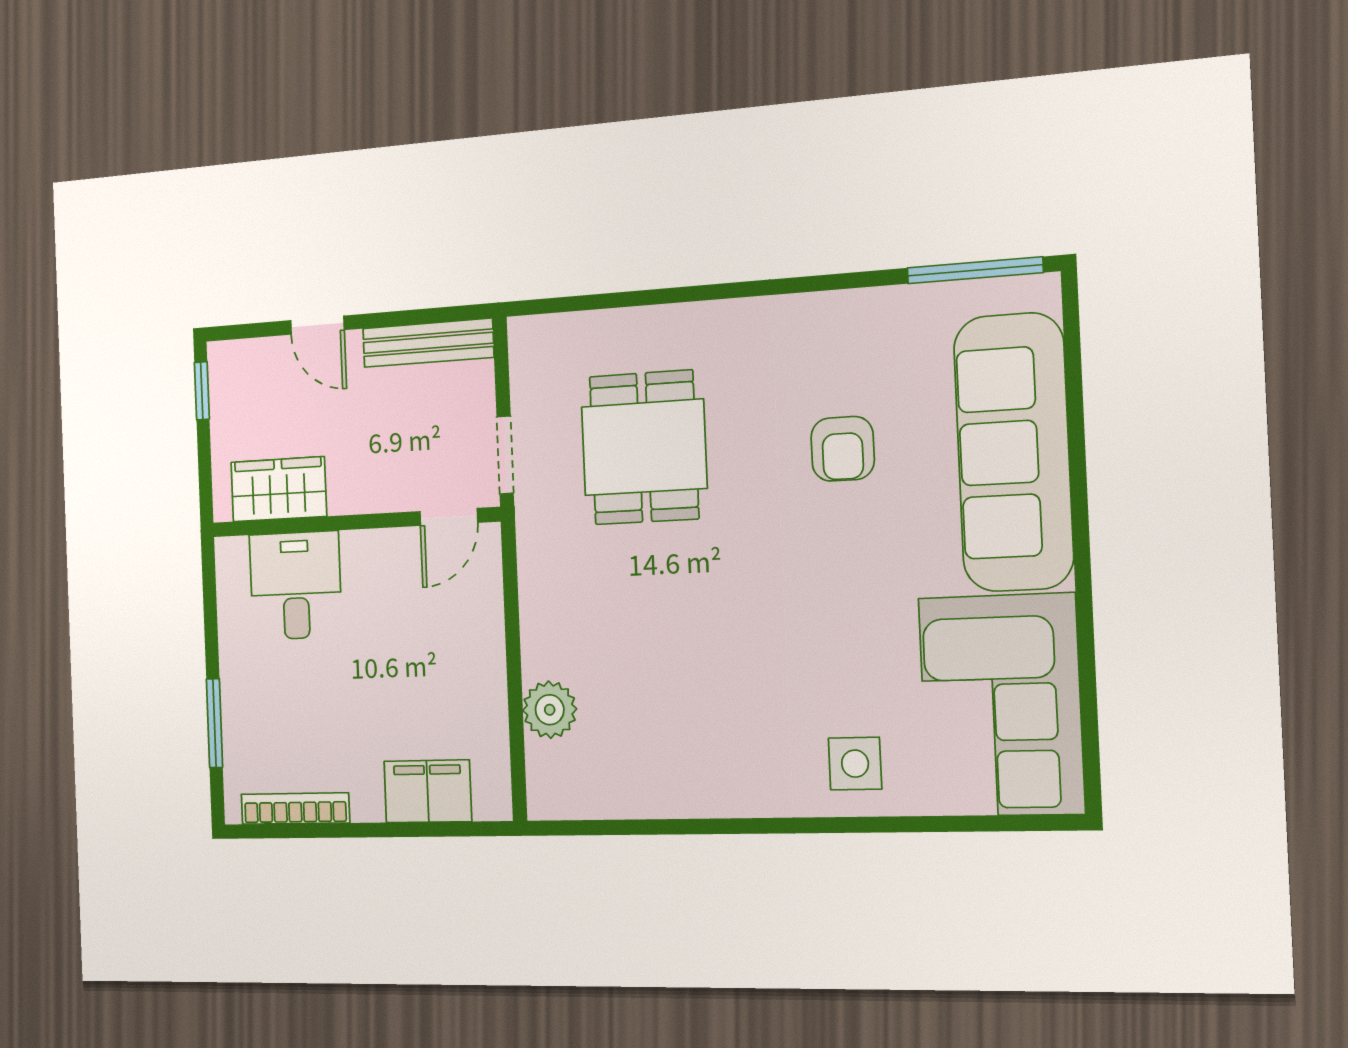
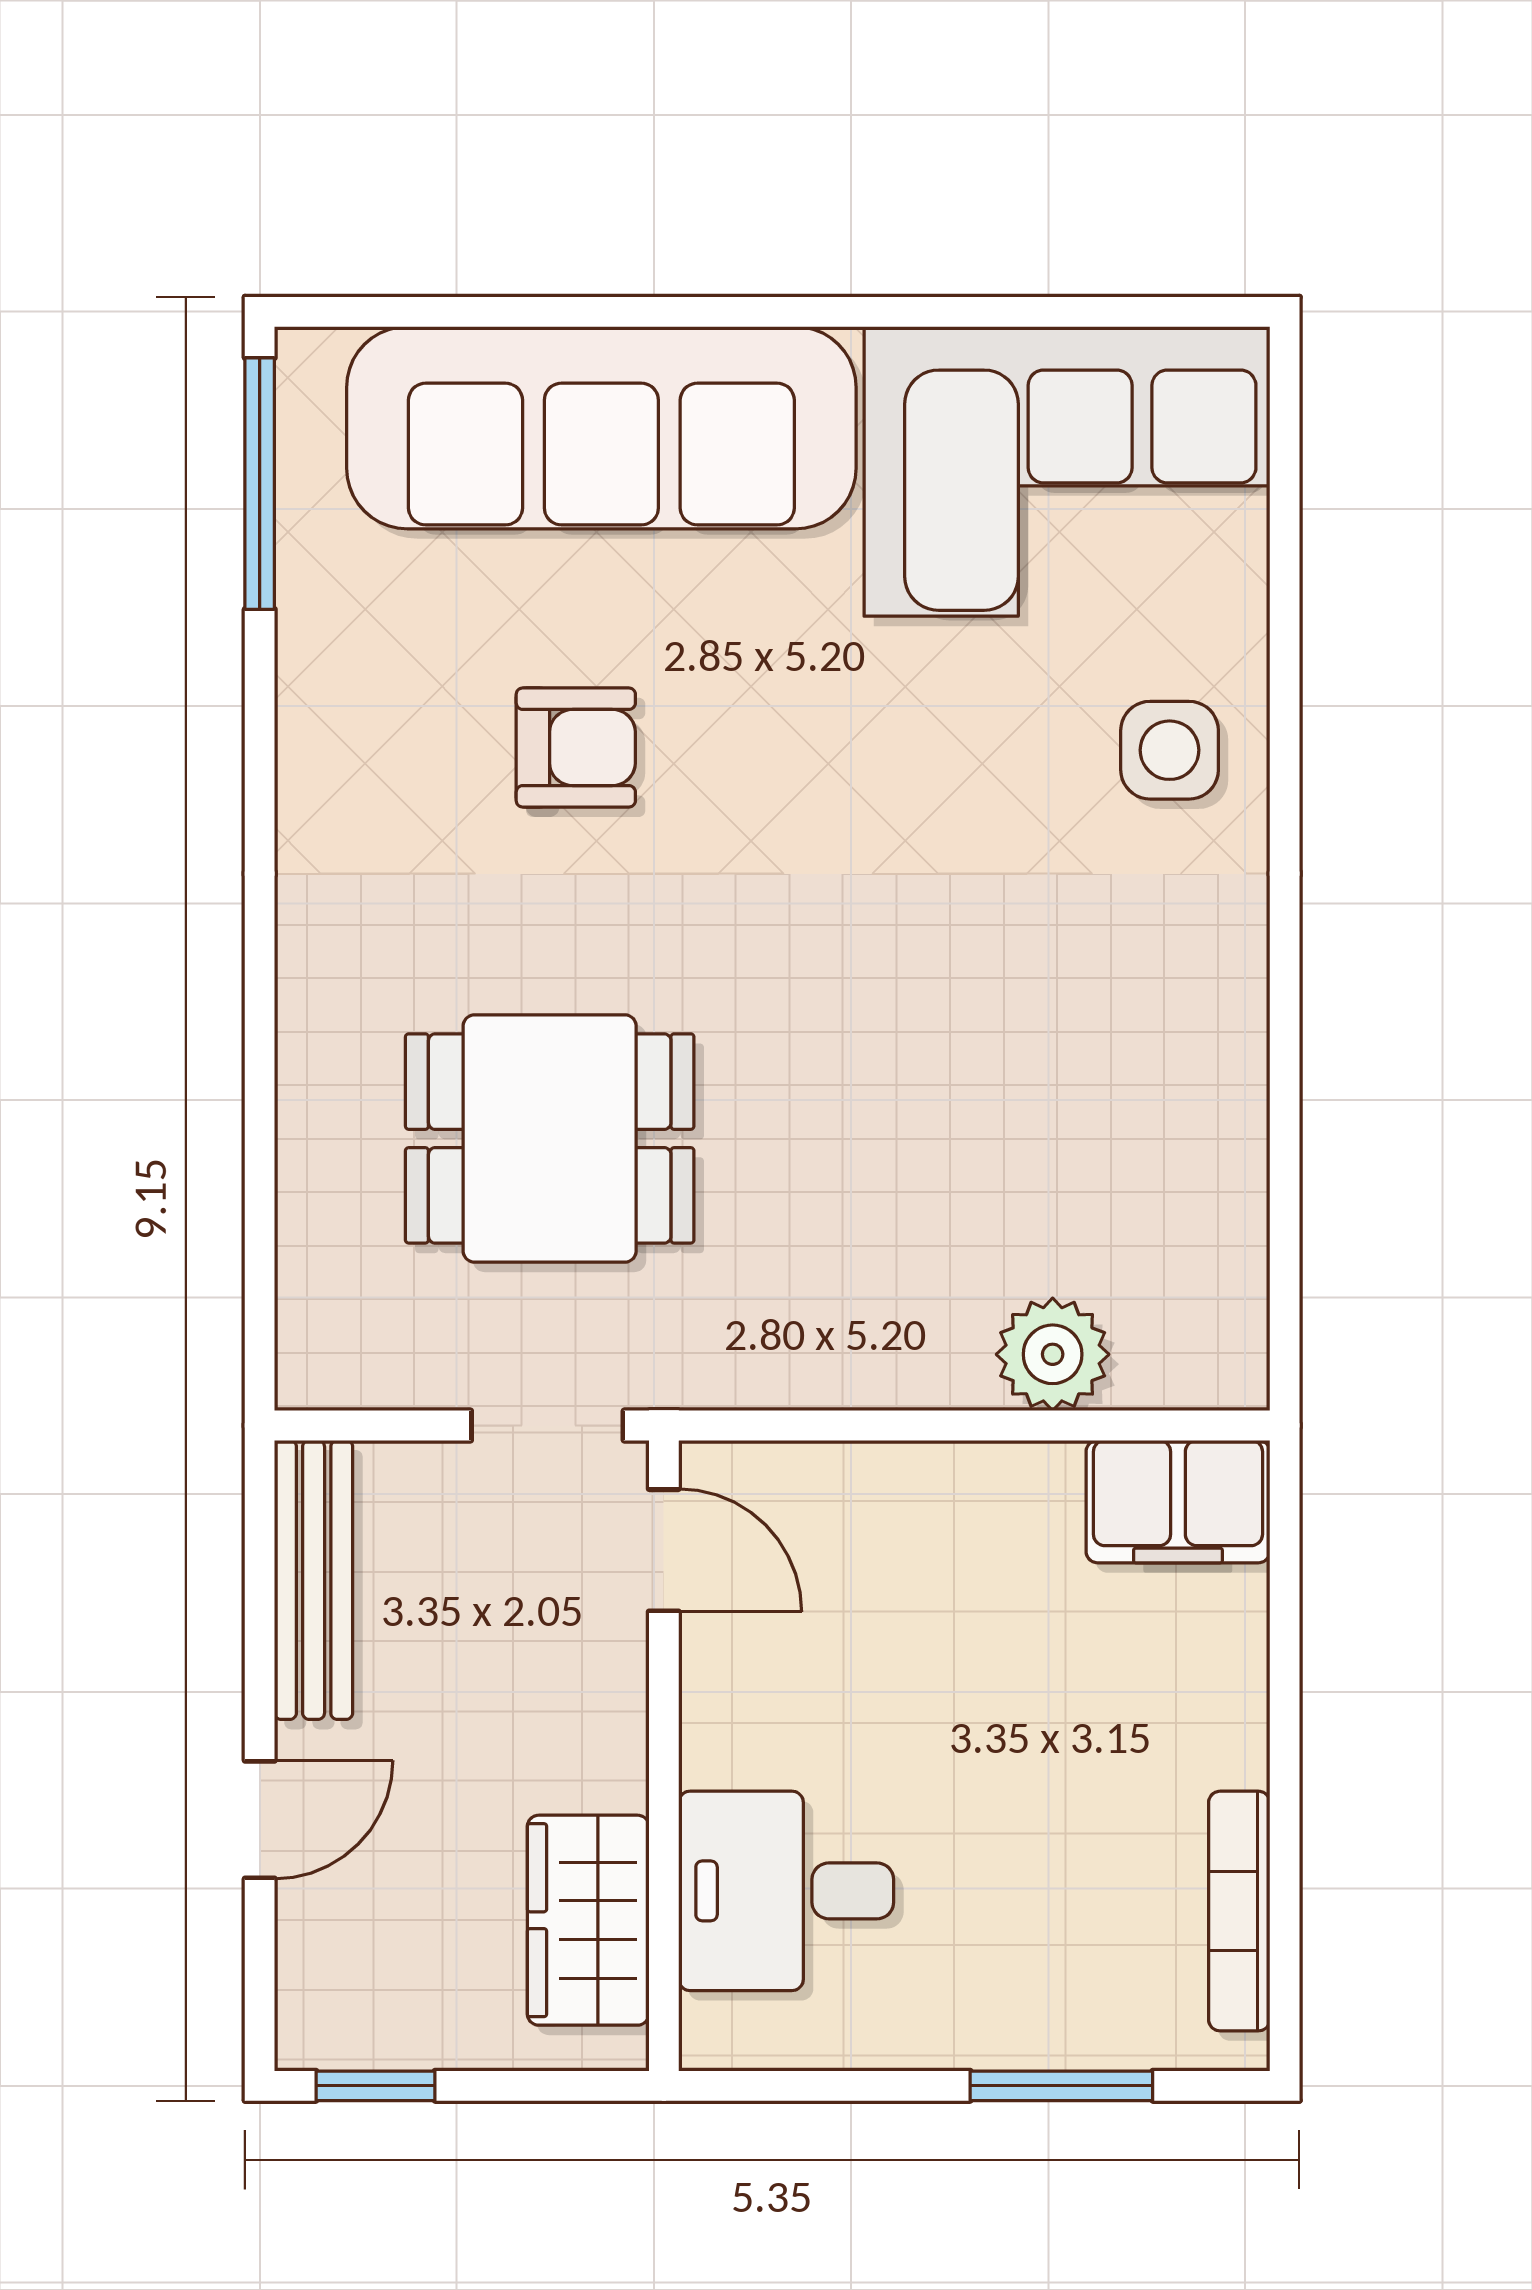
filing cabinet: (428, 791) -> (1178, 1502), moved, turned -90

